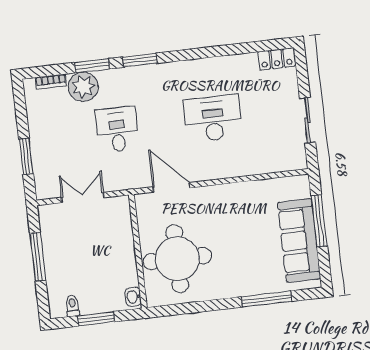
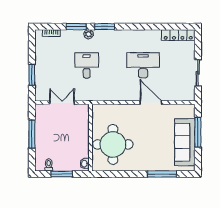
locker: (277, 59) -> (178, 35), width x1.53
plant: (83, 87) -> (89, 34), moved, width x0.53, depth x0.53
door: (171, 187) -> (151, 103), moved

